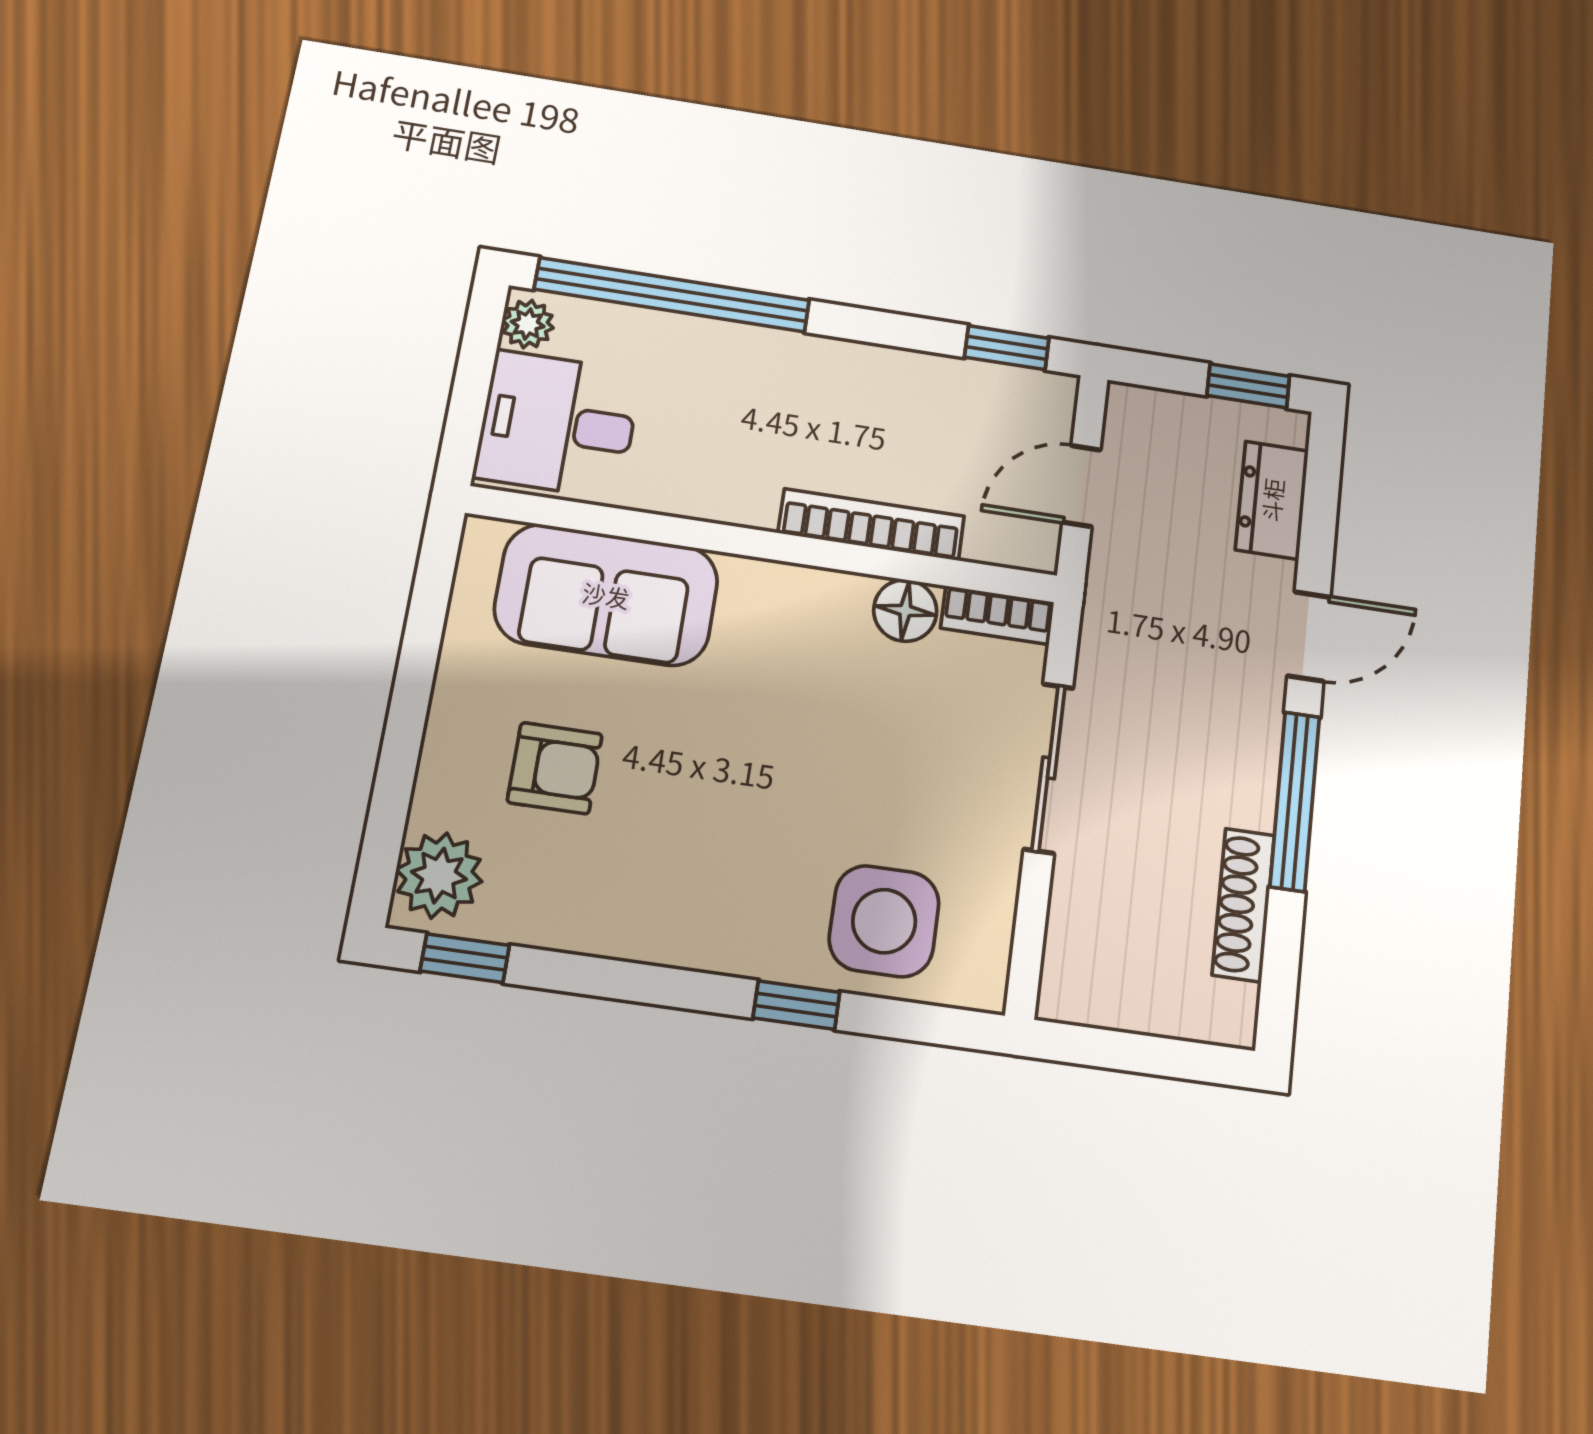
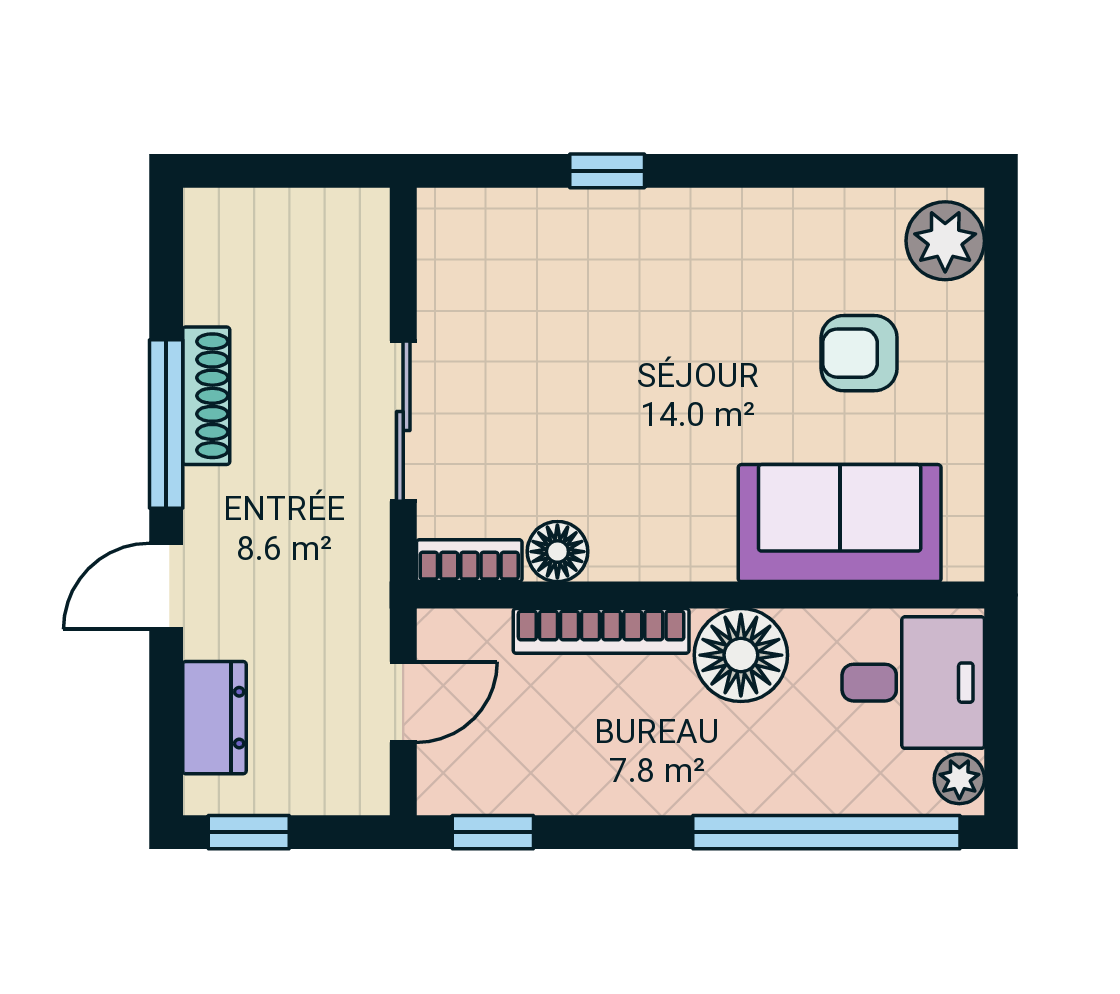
floor lamp: (731, 479) -> (741, 655), added
shoe rack: (1243, 905) -> (206, 396), moved
side table: (884, 921) -> (538, 257), removed
window: (465, 958) -> (909, 171), removed

